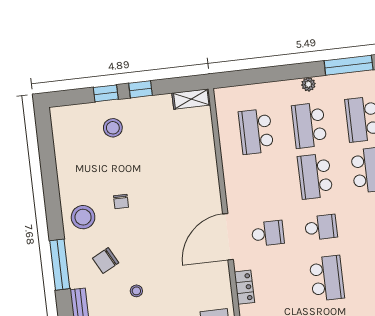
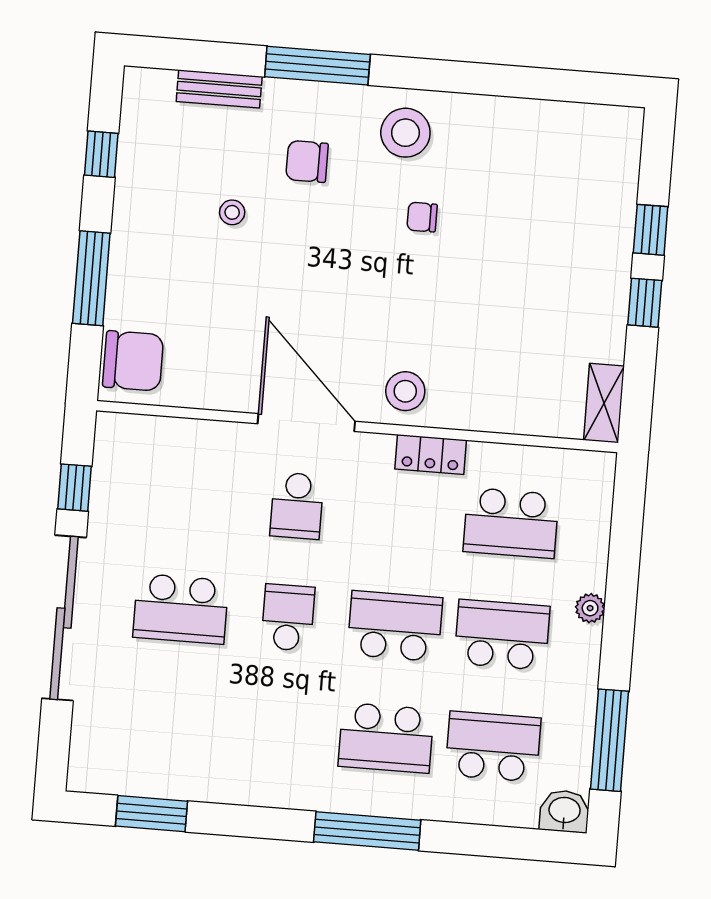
plant: (308, 84) -> (590, 608), moved
stool: (113, 128) -> (405, 391), moved
school desk: (256, 132) -> (511, 523), turned 180
school desk: (321, 227) -> (288, 617), turned 180
chair: (106, 261) -> (307, 161), turned -62
locker: (244, 287) -> (431, 455), moved

